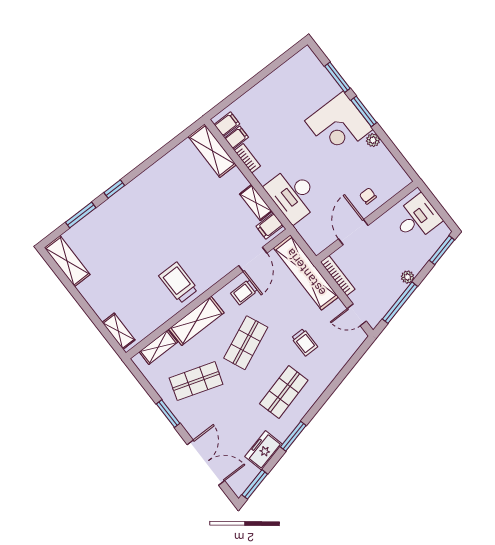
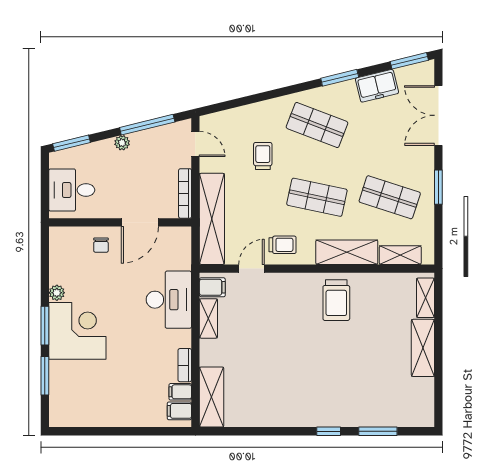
door: (253, 259) -> (251, 269), width x0.73
shelving: (67, 261) -> (423, 348), moved
shop shelf: (246, 343) -> (317, 197), turned 36
shop shelf: (284, 392) -> (317, 125), turned 36

